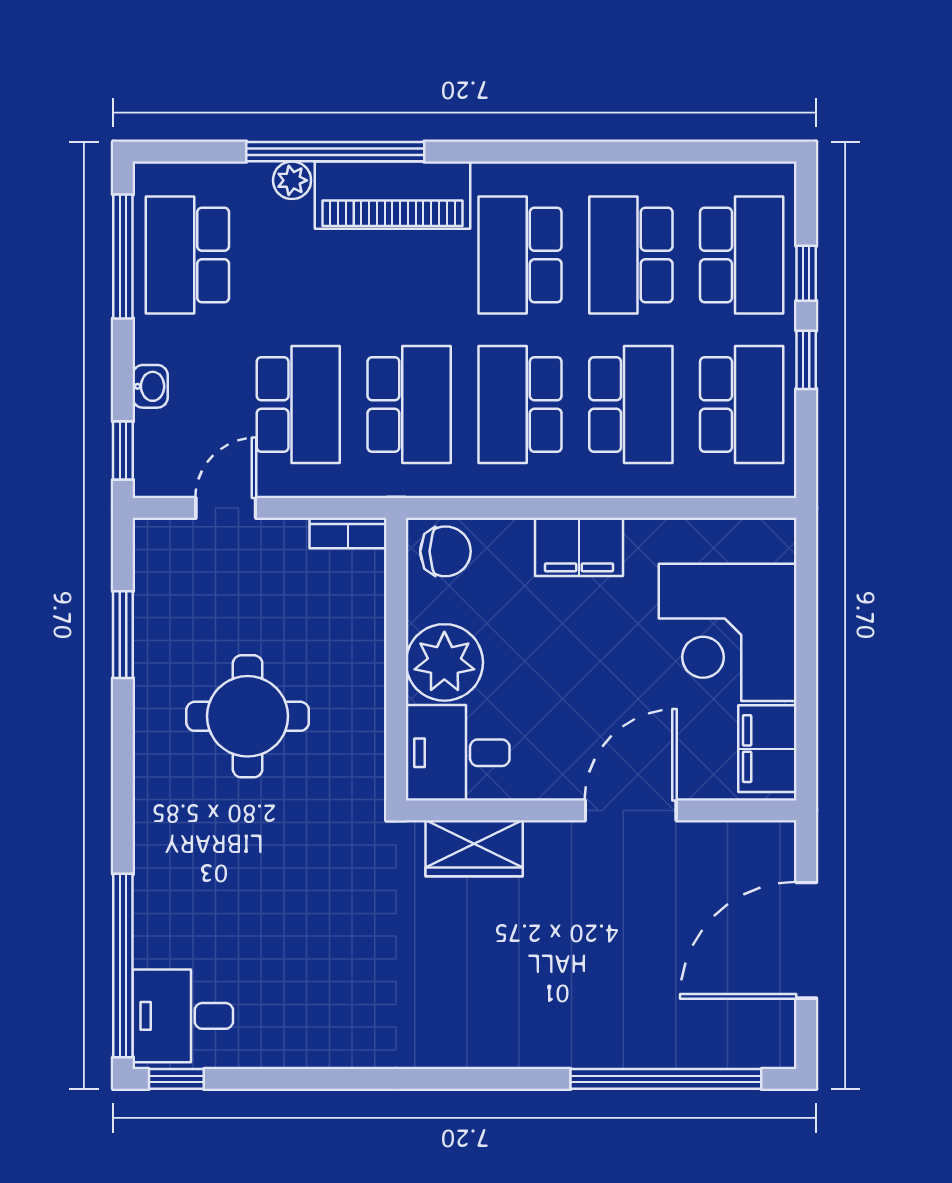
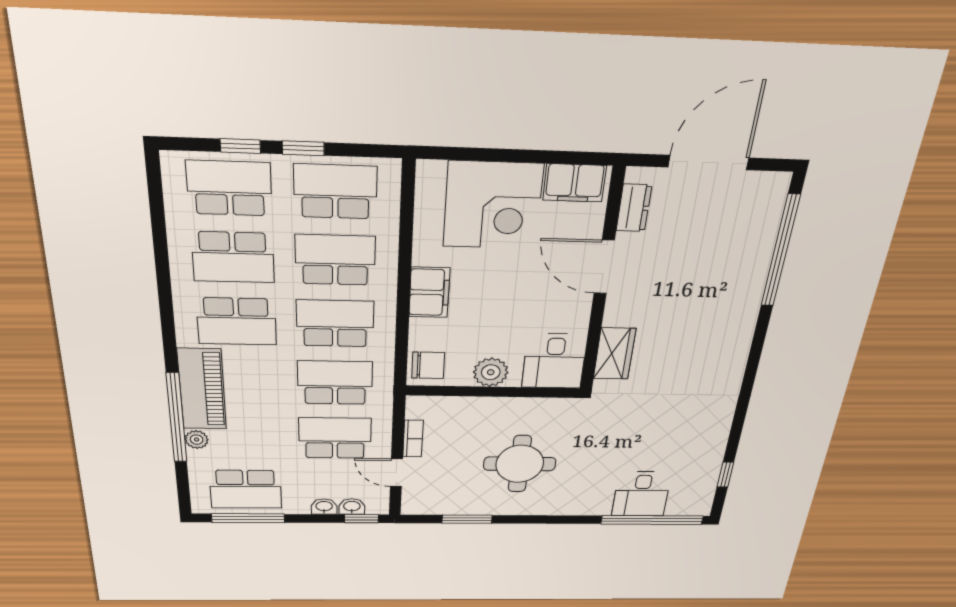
school desk: (520, 405) -> (335, 323), turned 180
washbasin: (150, 434) -> (352, 507), added
bookcase: (348, 533) -> (413, 439), moved
chair: (445, 551) -> (428, 365), turned 90
plant: (444, 662) -> (491, 372), width x0.73, depth x0.73
dresser: (731, 842) -> (634, 208), added
door: (806, 940) -> (709, 163), swing flipped
desk: (183, 1016) -> (641, 494), moved
window: (176, 1079) -> (725, 475), moved

